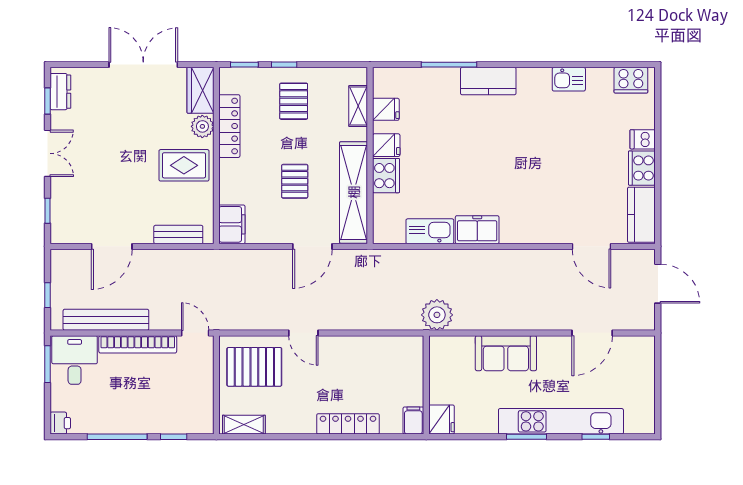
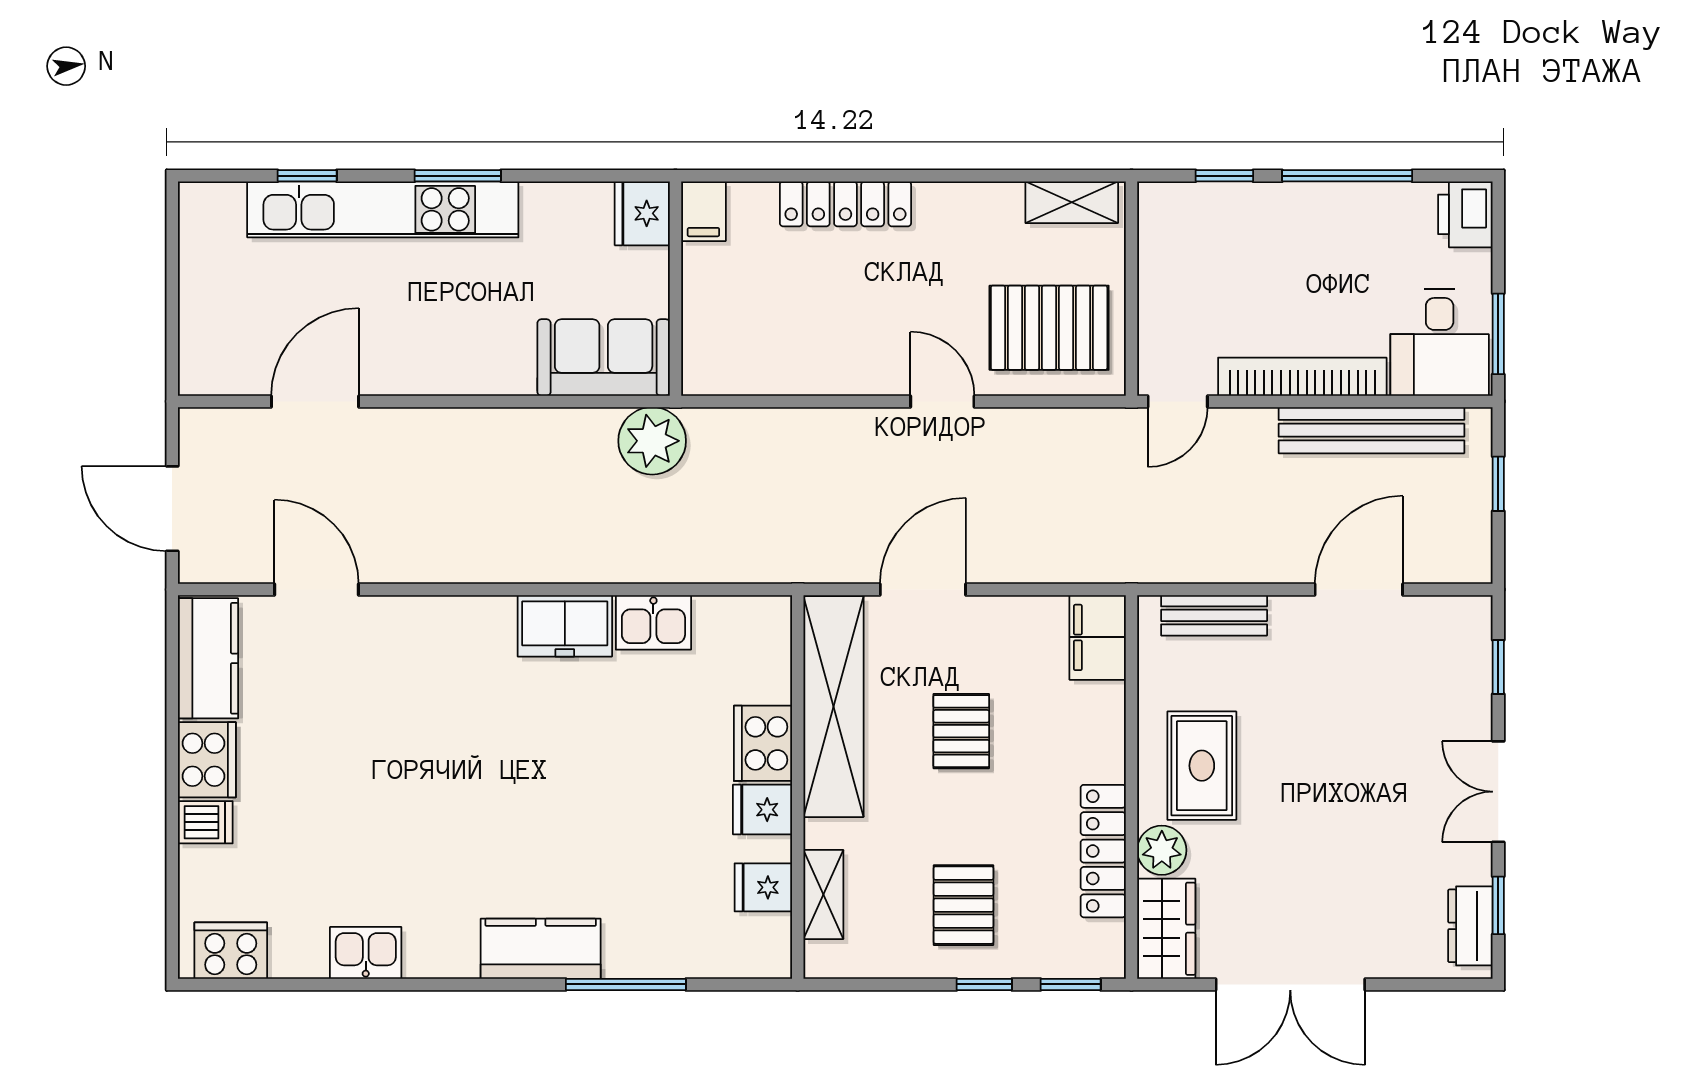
rug: (184, 165) -> (1202, 766), turned 90
kitchen sink: (430, 231) -> (653, 622), width x0.73
door: (195, 333) -> (1178, 401), hinge flipped
sofa: (506, 353) -> (604, 357), moved
printer: (60, 423) -> (1465, 214), width x1.36, depth x1.24

